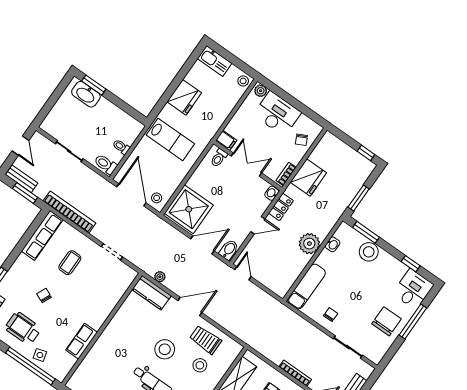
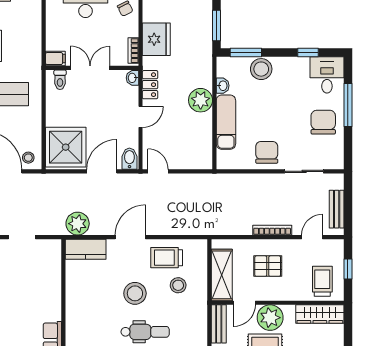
plant: (160, 277) -> (78, 224), width x1.87, depth x1.87
exam couch: (307, 287) -> (226, 122), moved
chair: (331, 315) -> (267, 152), width x1.87, depth x1.87

